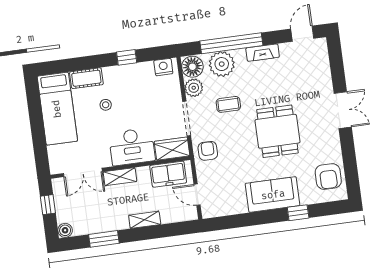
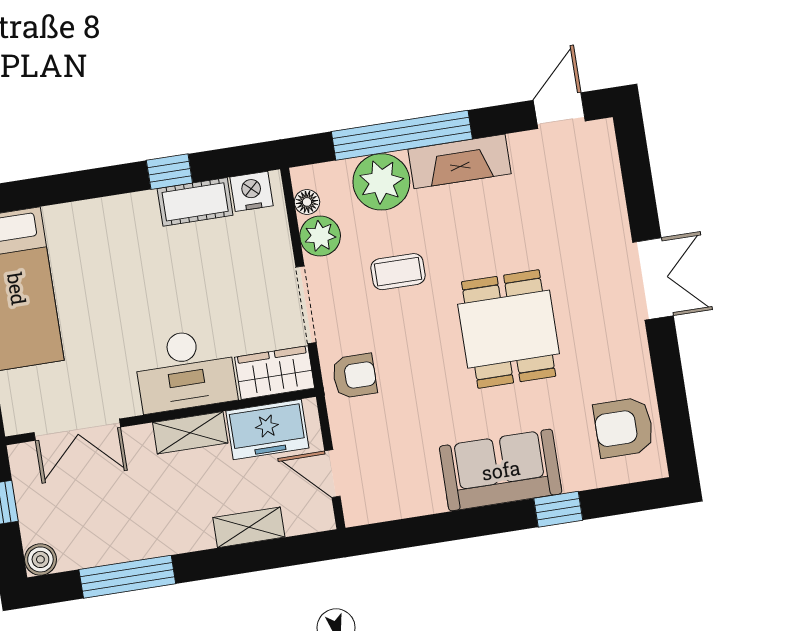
fireplace: (263, 53) -> (459, 161), width x1.37, depth x1.32
floor lamp: (192, 67) -> (307, 202), width x0.53, depth x0.53
cot: (86, 78) -> (195, 202), moved
stool: (106, 105) -> (125, 278), removed
armchair: (208, 151) -> (354, 376), turned 90
shelving: (120, 177) -> (190, 433), moved
armchair: (328, 177) -> (624, 427), turned 90
shelving: (145, 220) -> (249, 527), moved
window: (104, 239) -> (127, 577), width x1.44

